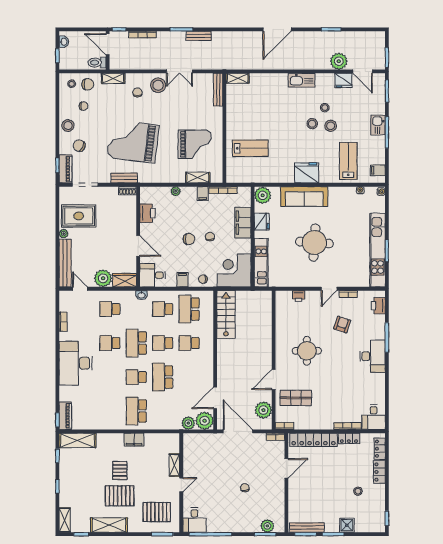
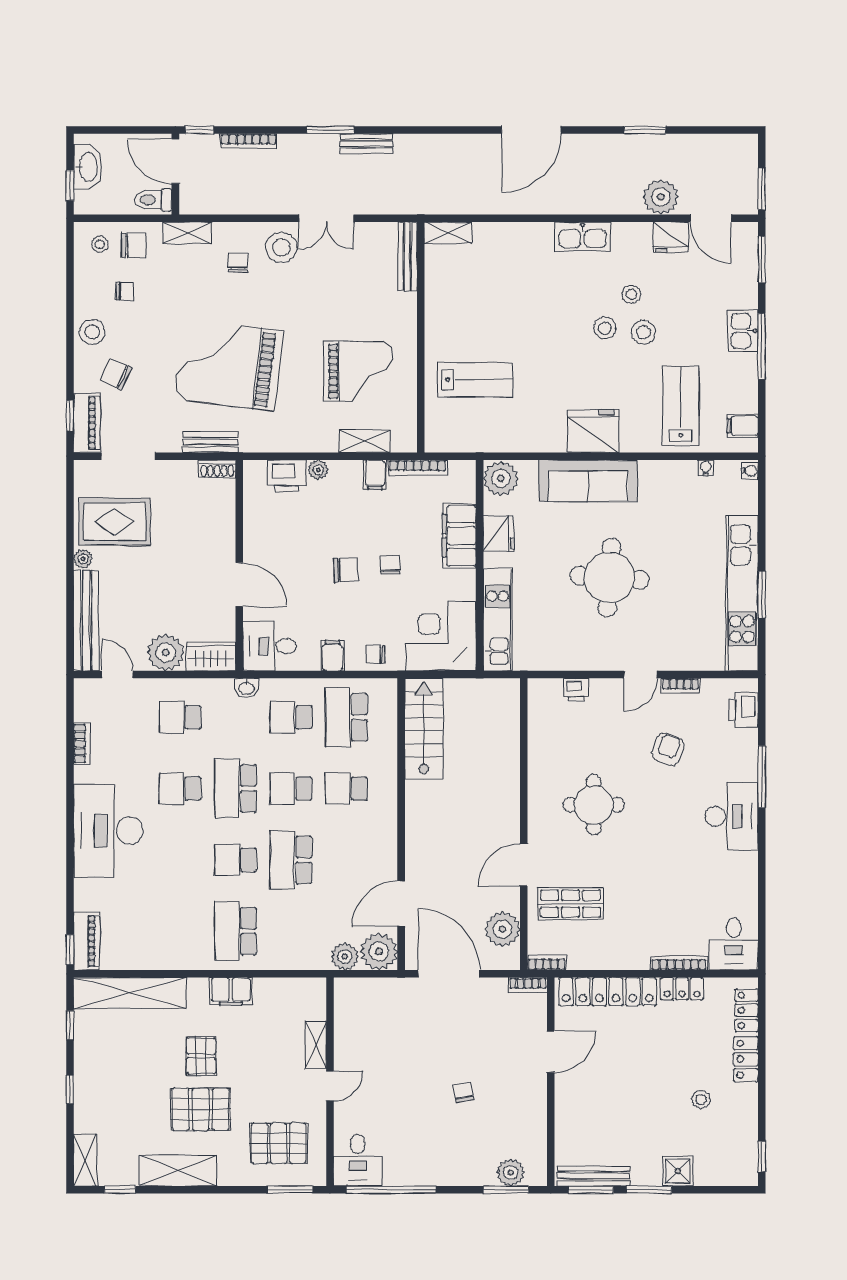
washbasin: (64, 42) -> (88, 167), width x1.91, depth x1.45
printer: (147, 213) -> (287, 476), moved, turned 90
shelving: (77, 440) -> (130, 993), width x1.47

